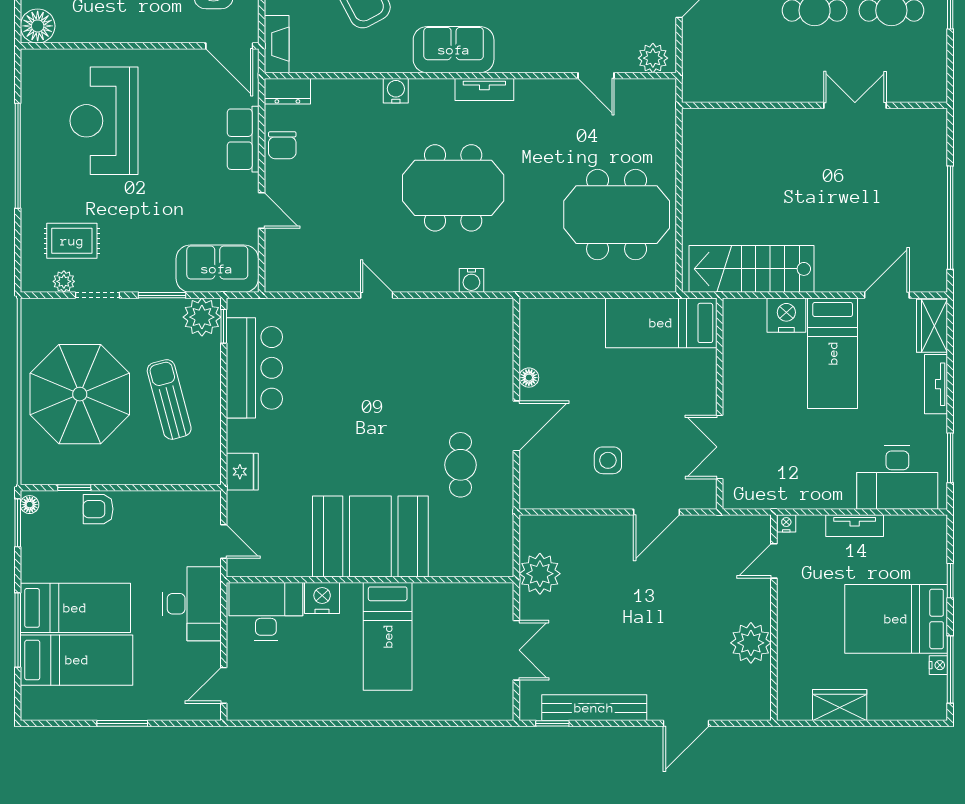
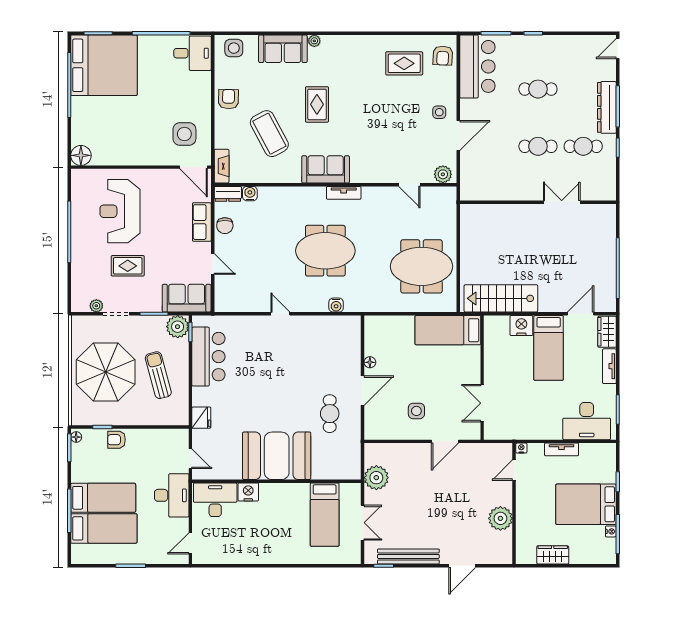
water cooler: (396, 91) -> (250, 194), moved
rug: (72, 241) -> (128, 266), moved
bed: (388, 636) -> (325, 515), moved

